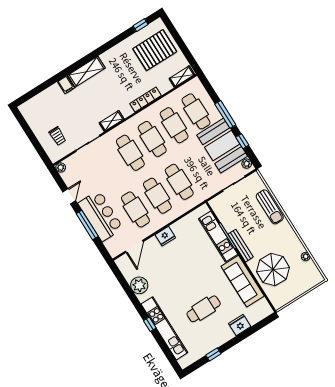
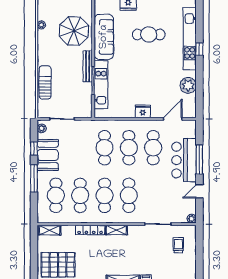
shelving: (112, 121) -> (116, 230), moved
booth: (222, 146) -> (48, 155), width x0.73, depth x0.70

